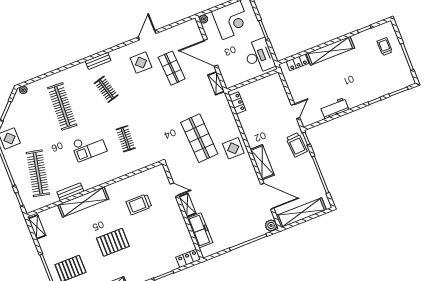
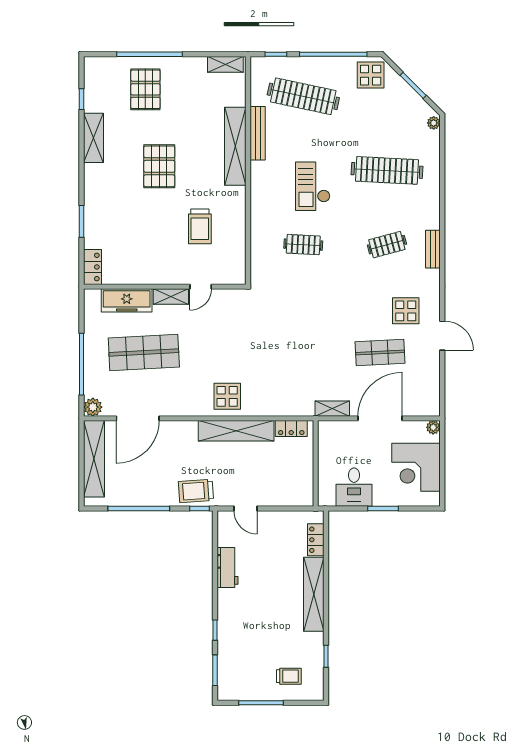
desk: (259, 56) -> (354, 487), width x0.73
shop shelf: (199, 138) -> (144, 353), moved
shelving: (262, 162) -> (236, 431), moved, width x1.47
bench: (70, 192) -> (258, 133), width x1.36
trolley: (139, 204) -> (200, 226), turned 180

